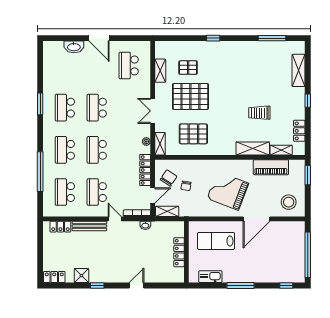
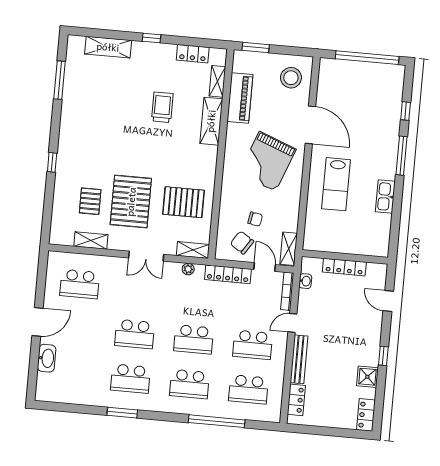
trolley: (259, 113) -> (162, 107), turned 180
pallet: (193, 134) -> (183, 202), turned 90
locker: (179, 252) -> (344, 267), moved
wall: (186, 252) -> (345, 257), moved
window: (286, 286) -> (406, 111), moved

